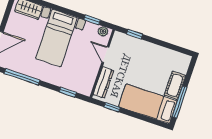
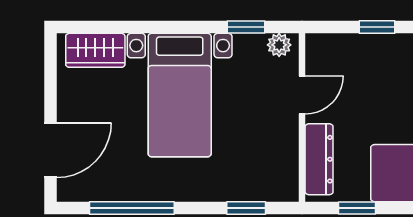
window: (135, 34) -> (377, 27), moved
door: (105, 55) -> (302, 95), swing flipped

